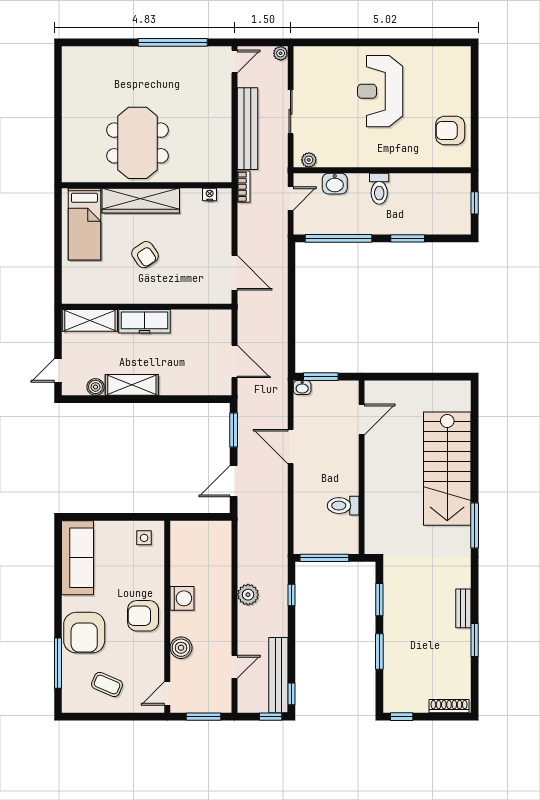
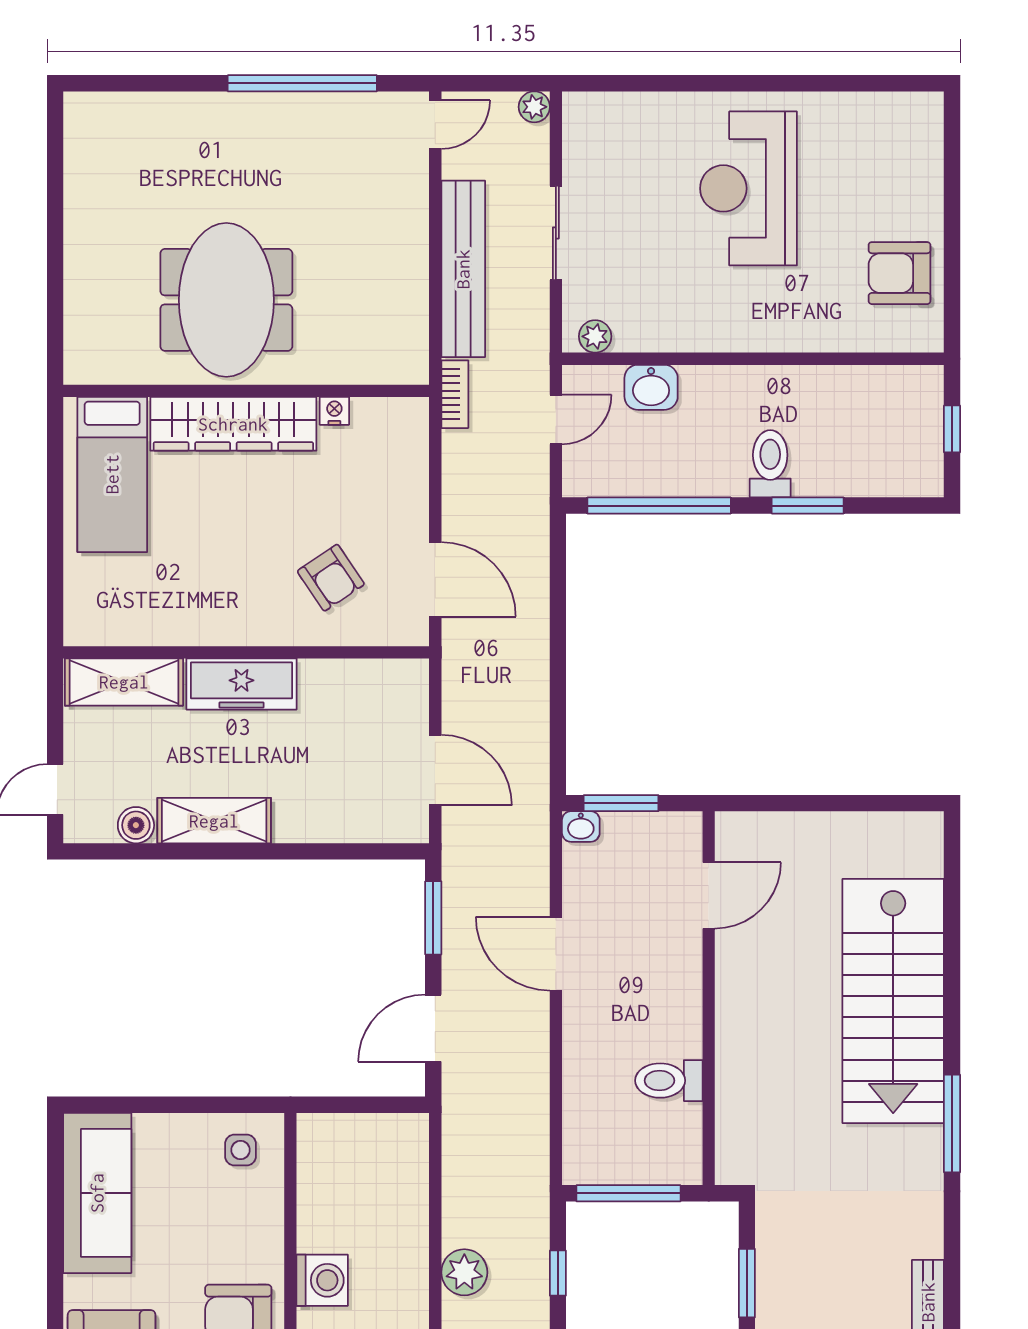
toilet: (379, 189) -> (770, 464), moved, turned 180
nightstand: (210, 194) -> (334, 411), moved
armchair: (145, 255) -> (331, 578), moved

